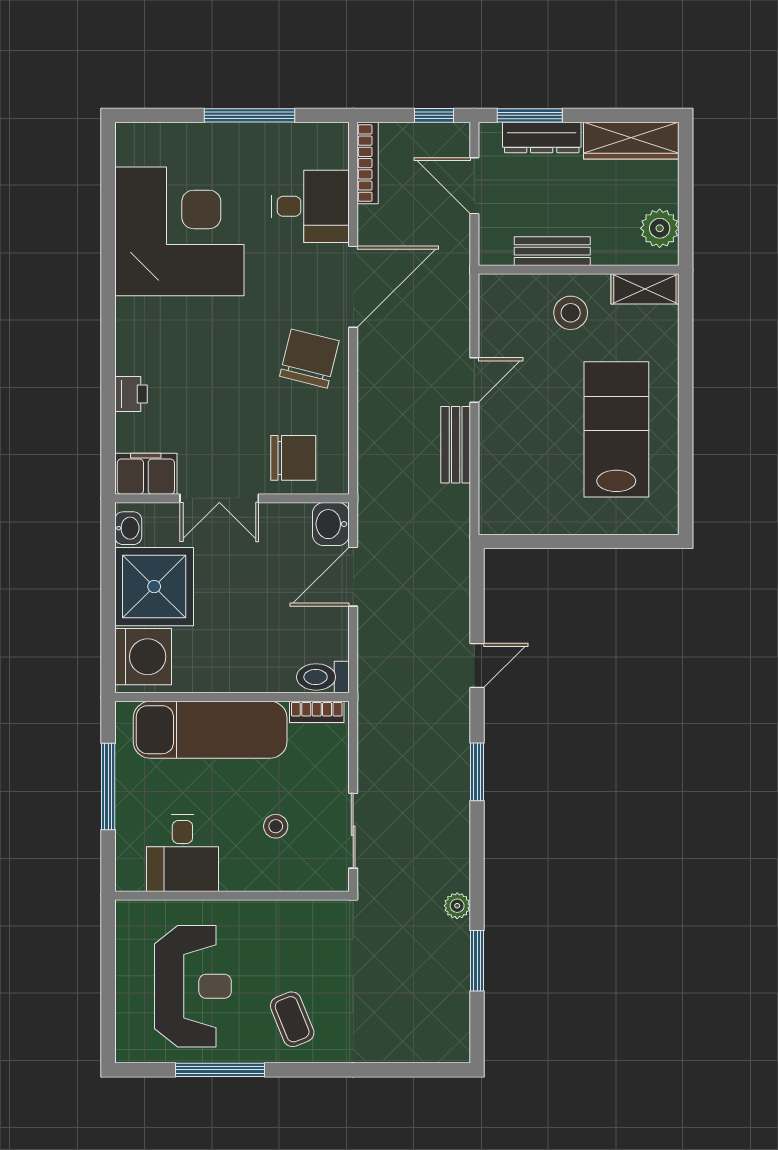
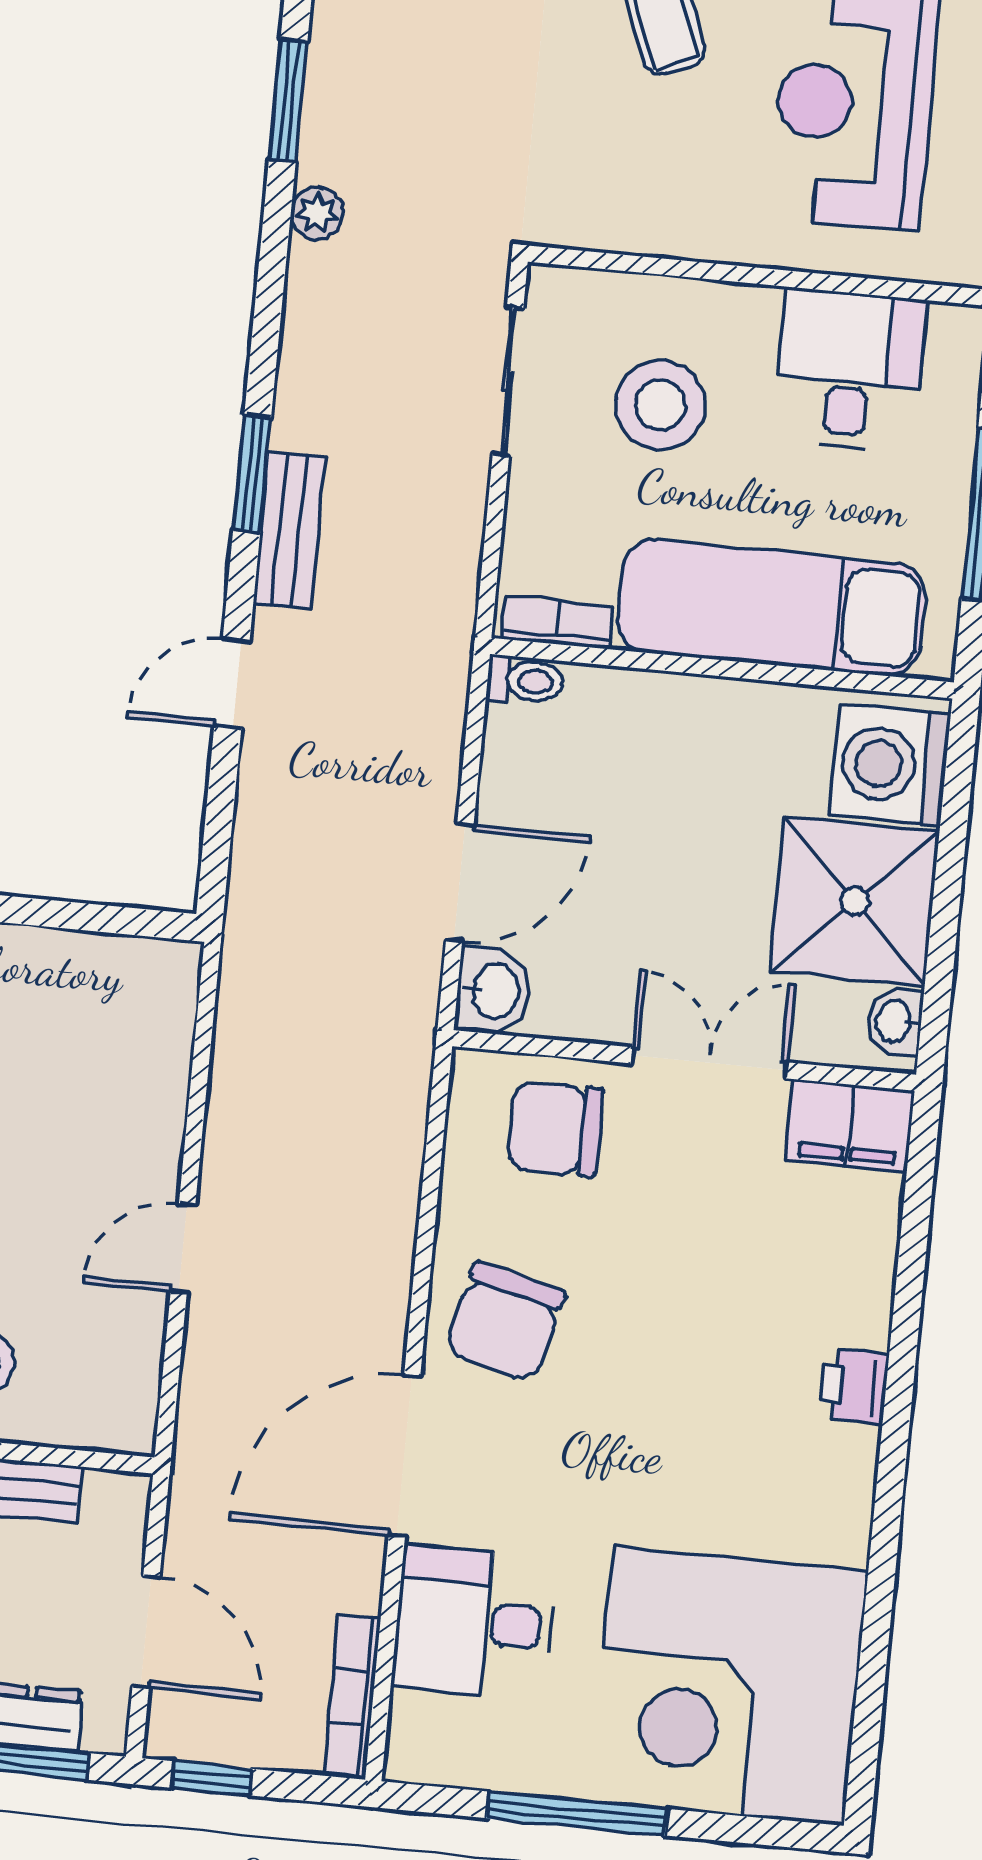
corner desk: (179, 231) -> (729, 1686), moved
printer: (131, 394) -> (854, 1386), moved
bench: (456, 445) -> (289, 530), moved
toilet: (323, 677) -> (525, 680), width x0.73, depth x0.72
stool: (276, 826) -> (660, 405), width x1.89, depth x1.89

